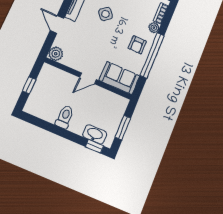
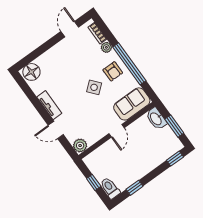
side table: (105, 14) -> (94, 87), moved
toilet: (65, 117) -> (110, 188), moved
window: (46, 126) -> (135, 188), added
washbasin: (95, 134) -> (156, 119), moved, turned -90

